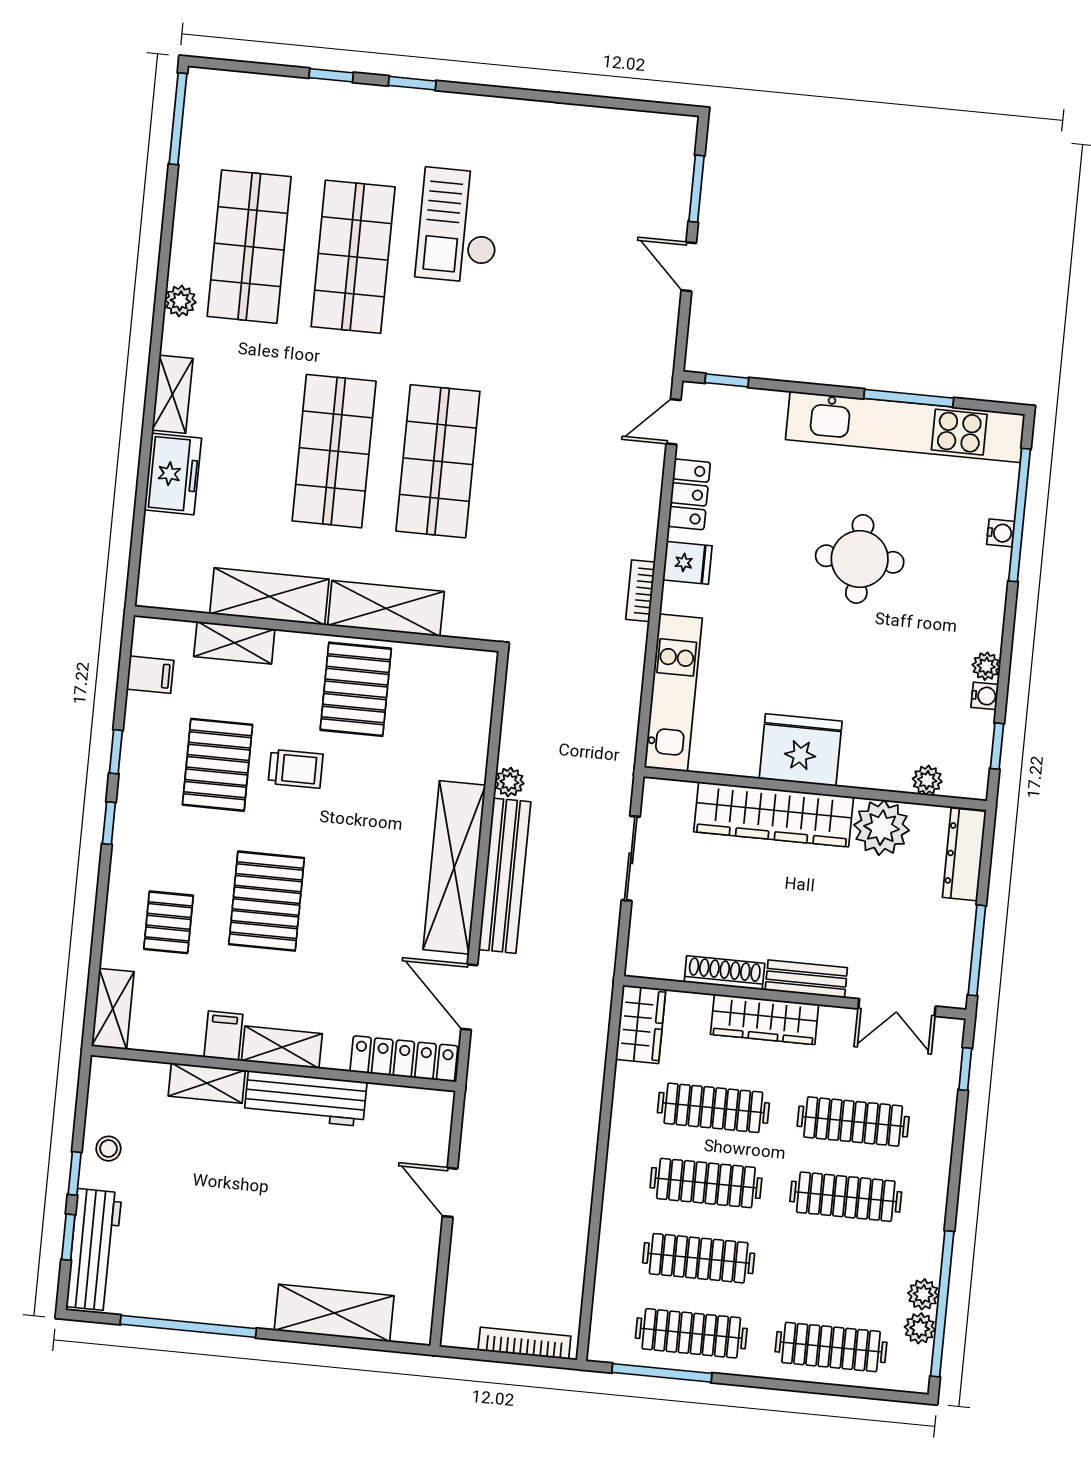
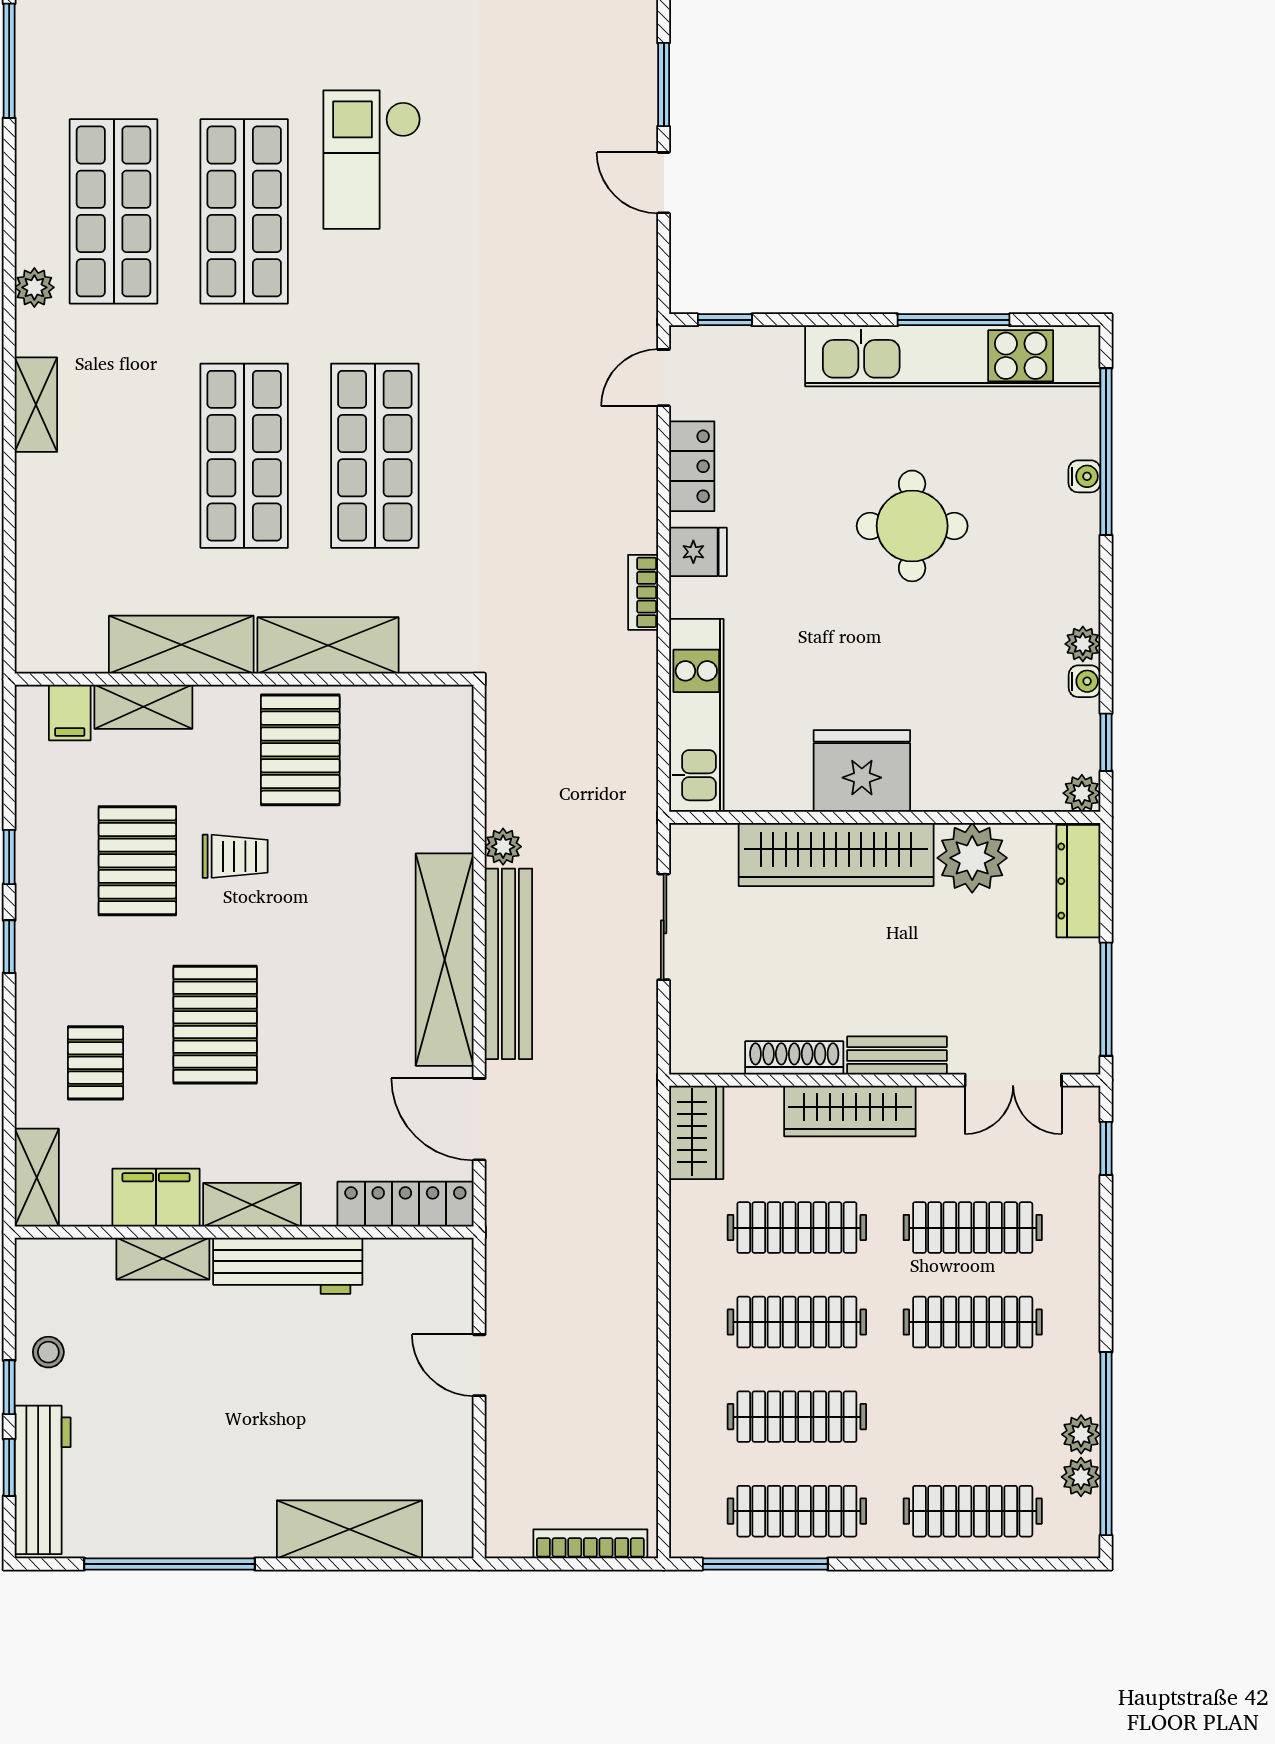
freezer: (173, 474) -> (46, 504), removed
filing cabinet: (150, 675) -> (70, 713), moved, turned 90
plant: (927, 780) -> (1082, 793), moved
filing cabinet: (223, 1036) -> (156, 1198), width x2.00

